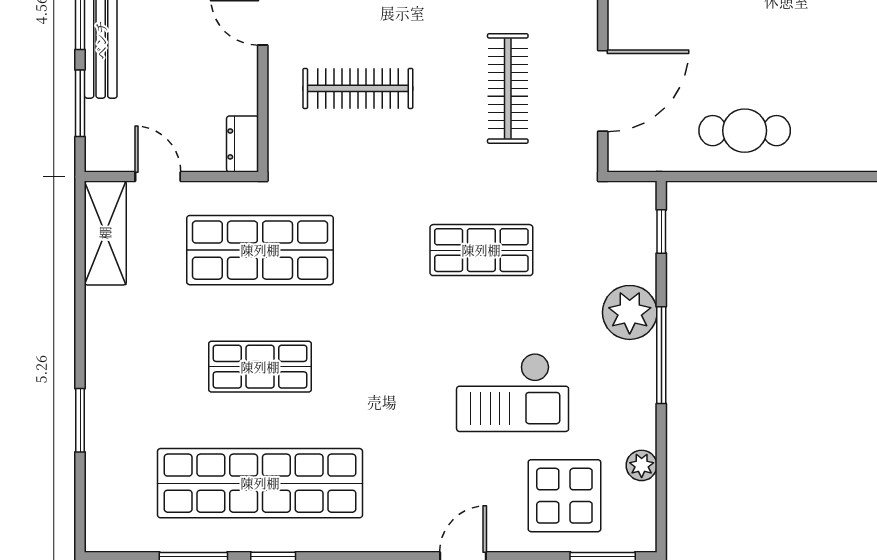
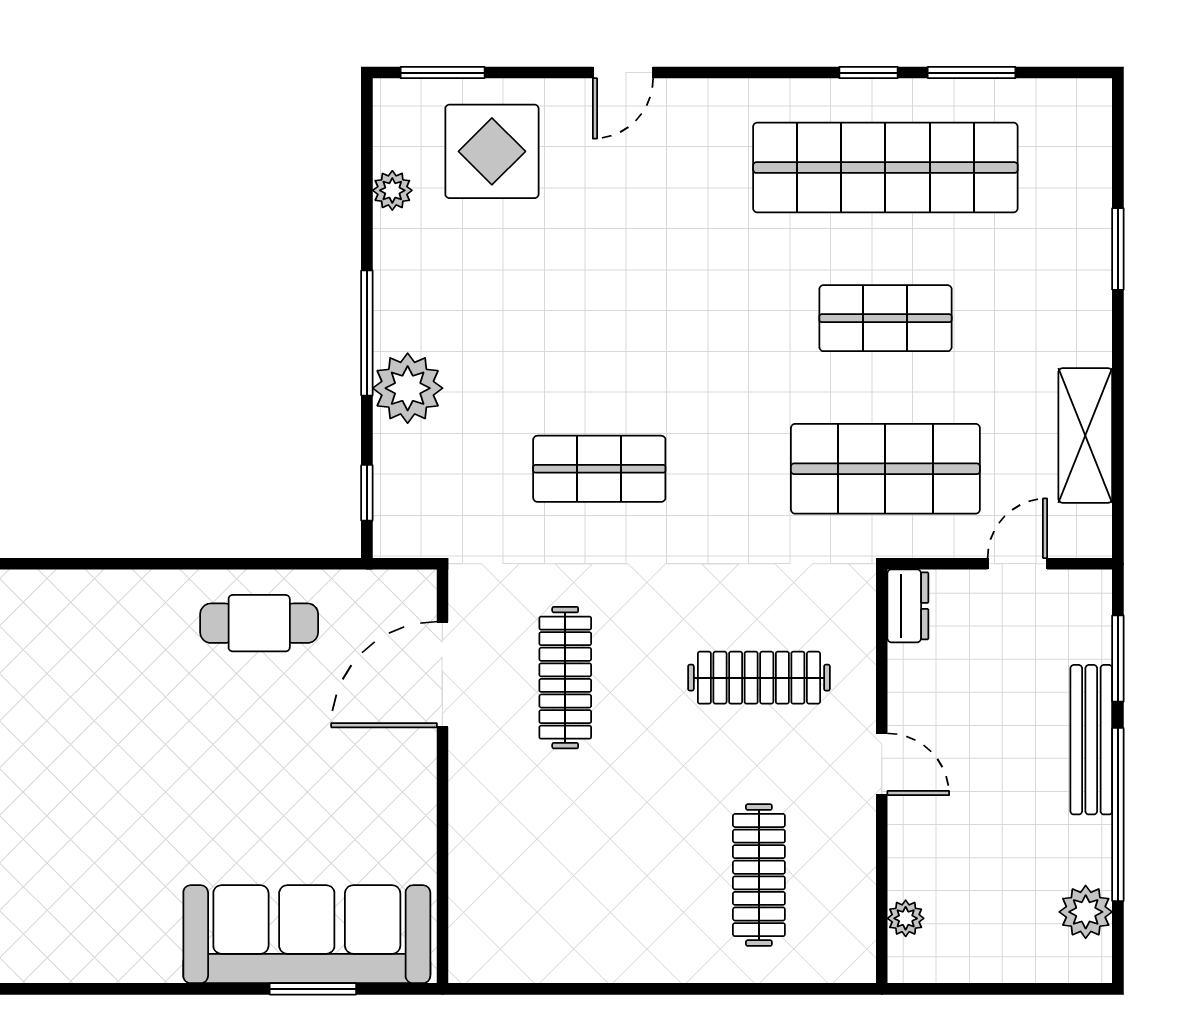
door: (158, 177) -> (1017, 564), swing flipped
shelving: (105, 233) -> (1085, 435), moved
checkout: (513, 392) -> (559, 285), removed

